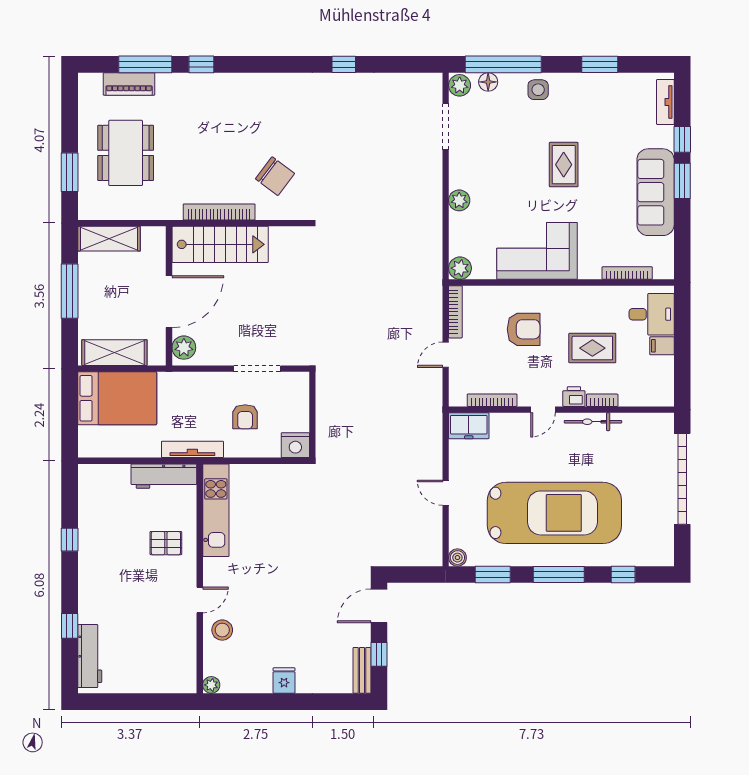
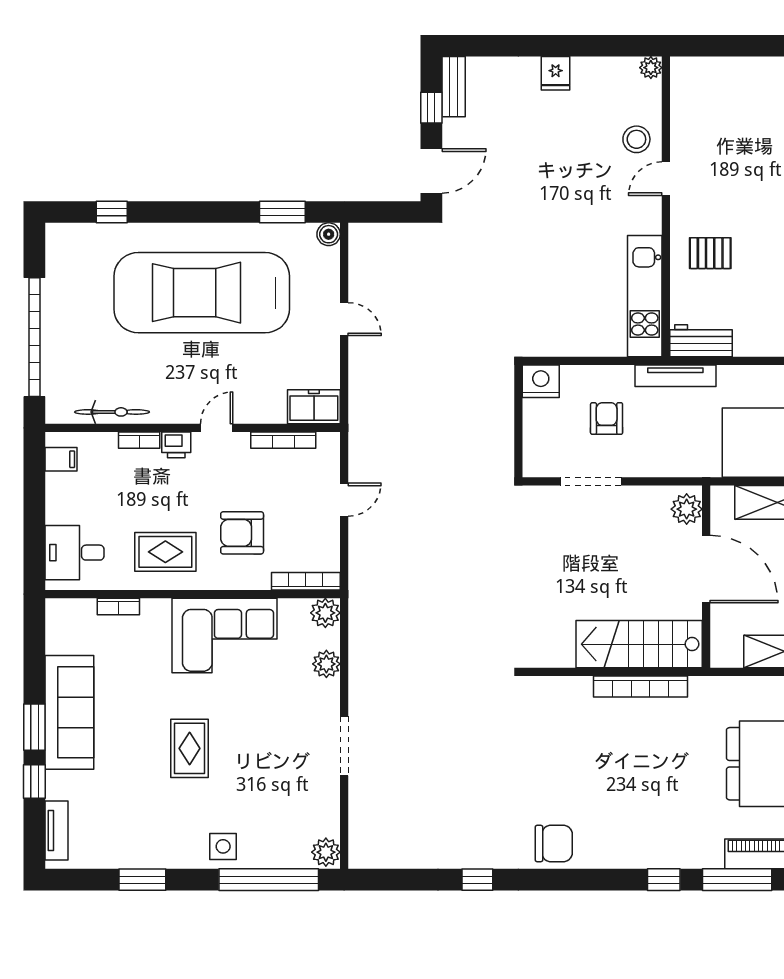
floor lamp: (488, 82) -> (288, 857), removed
doorway: (446, 127) -> (344, 746), moved
chair: (275, 176) -> (554, 843), moved, turned 143
plant: (459, 200) -> (326, 664), moved
bookcase: (627, 273) -> (118, 606), width x0.64
door: (169, 302) -> (706, 569), swing flipped
bookcase: (455, 312) -> (306, 581), moved, turned 90
filing cabinet: (662, 346) -> (61, 459), moved
rug: (592, 348) -> (165, 552), moved
bicycle: (593, 422) -> (112, 412), moved
workbench: (164, 476) -> (701, 341), width x0.73
window: (559, 575) -> (196, 212), removed

